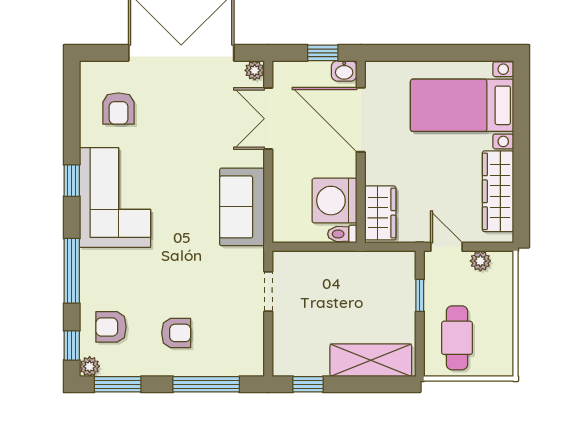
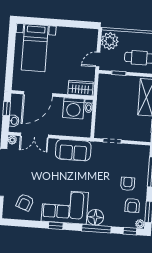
washbasin: (344, 71) -> (14, 121), moved
armchair: (118, 108) -> (25, 202), turned 110
wardrobe: (498, 191) -> (75, 35), removed
plant: (480, 261) -> (110, 41), width x1.87, depth x1.87
floor lamp: (97, 267) -> (95, 217), added
armchair: (111, 327) -> (132, 205), moved

